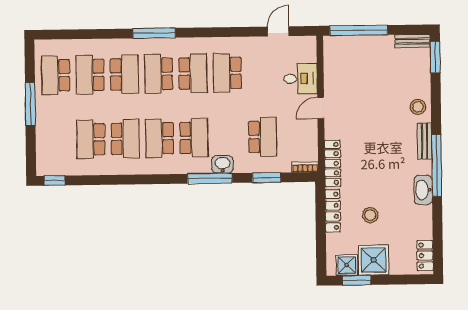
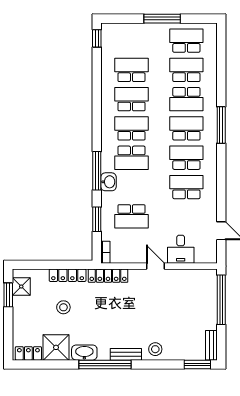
school desk: (193, 73) -> (186, 158), turned 180
school desk: (125, 139) -> (131, 99), turned 180
shower: (374, 260) -> (56, 347), moved

